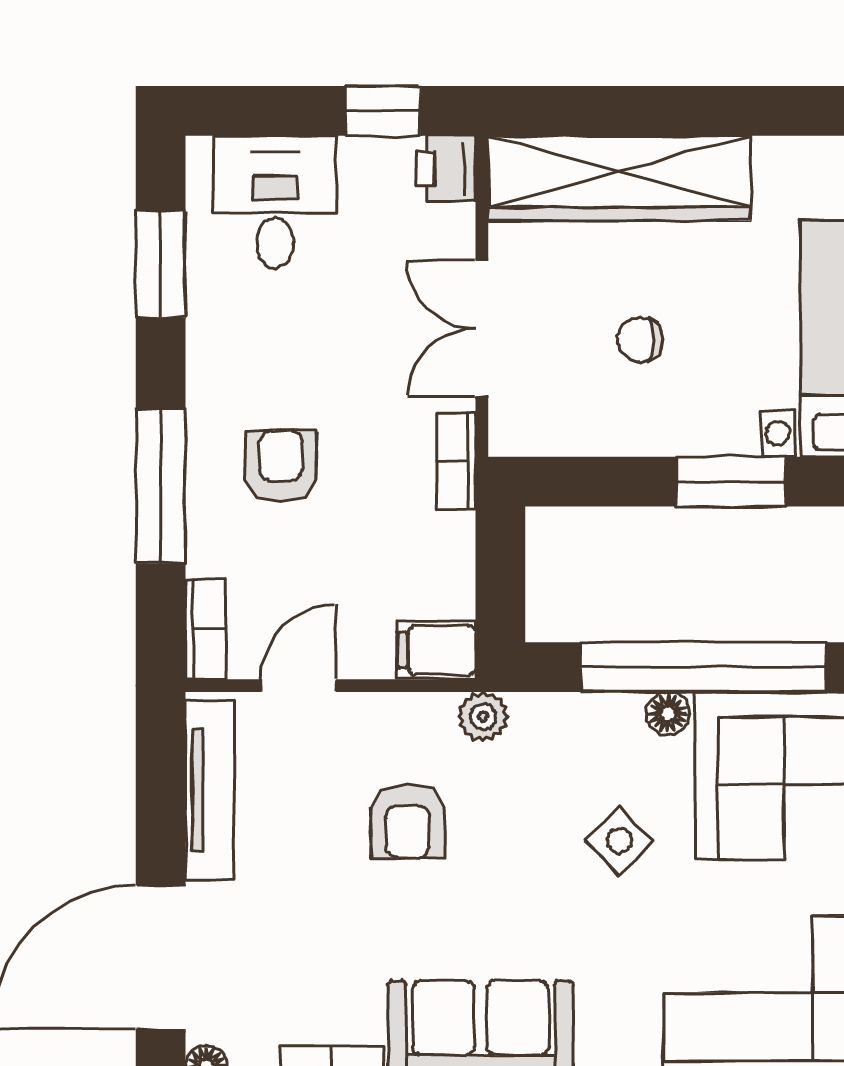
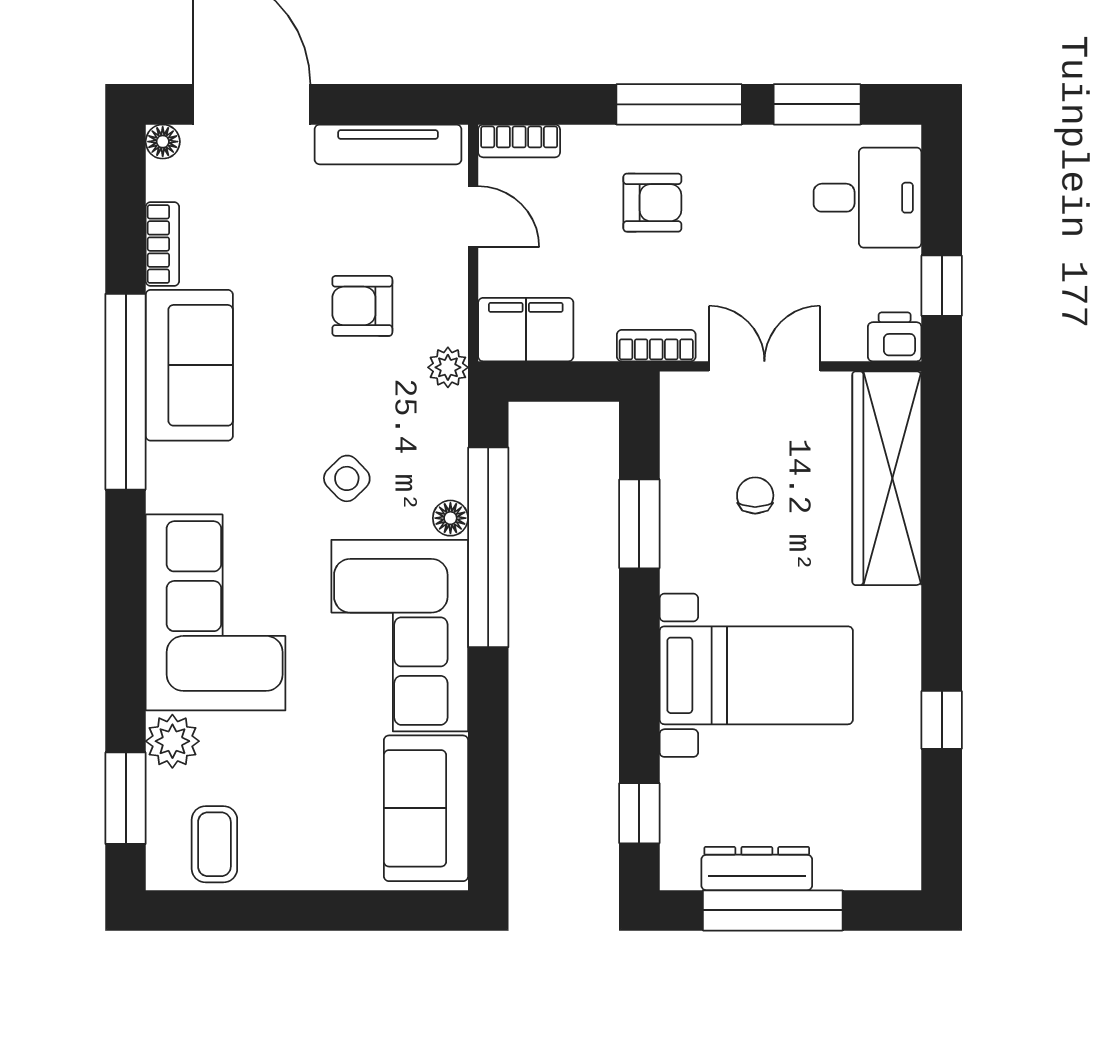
window: (731, 482) -> (639, 524), moved
window: (161, 486) -> (679, 104), moved
filing cabinet: (437, 650) -> (526, 330), width x2.00

